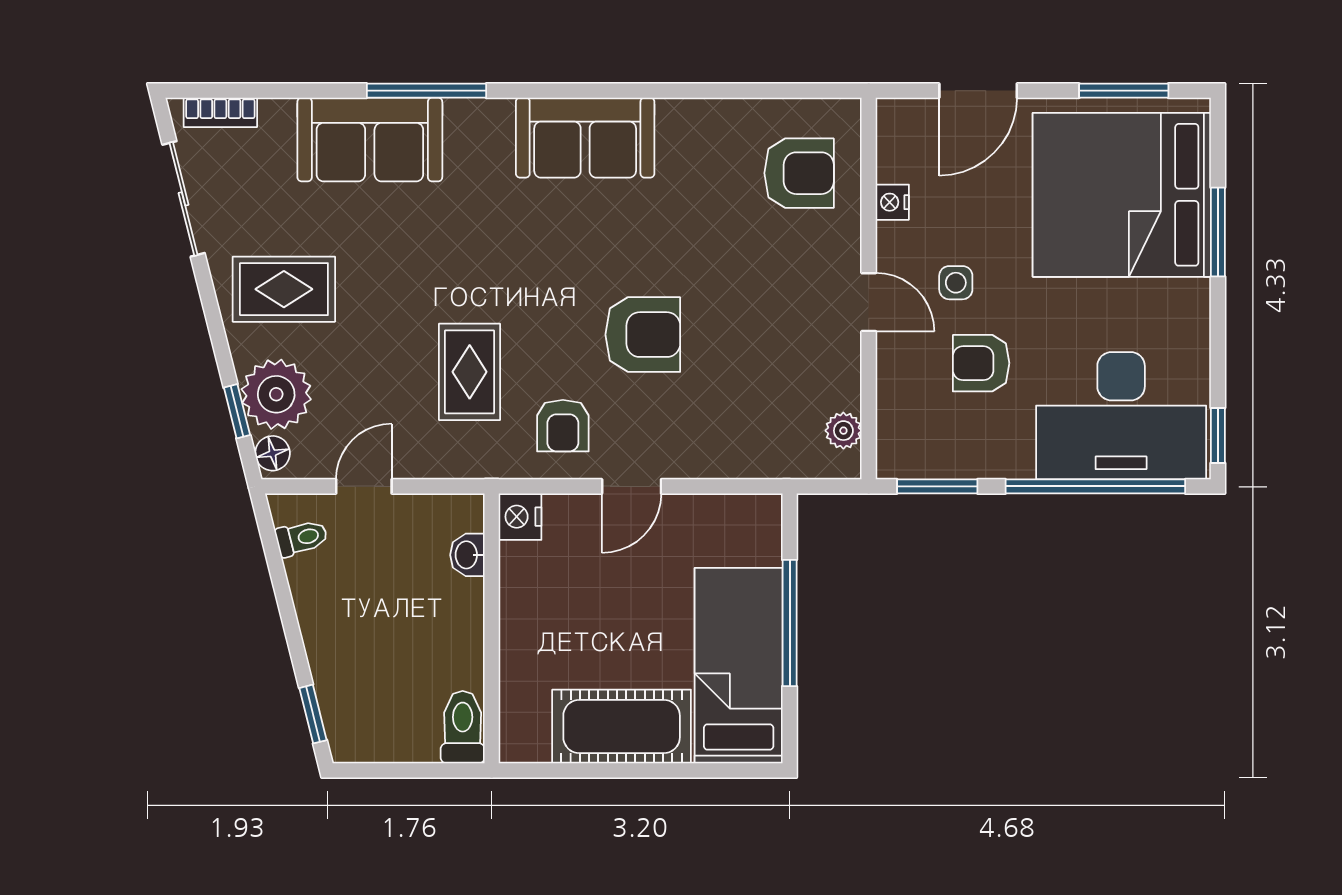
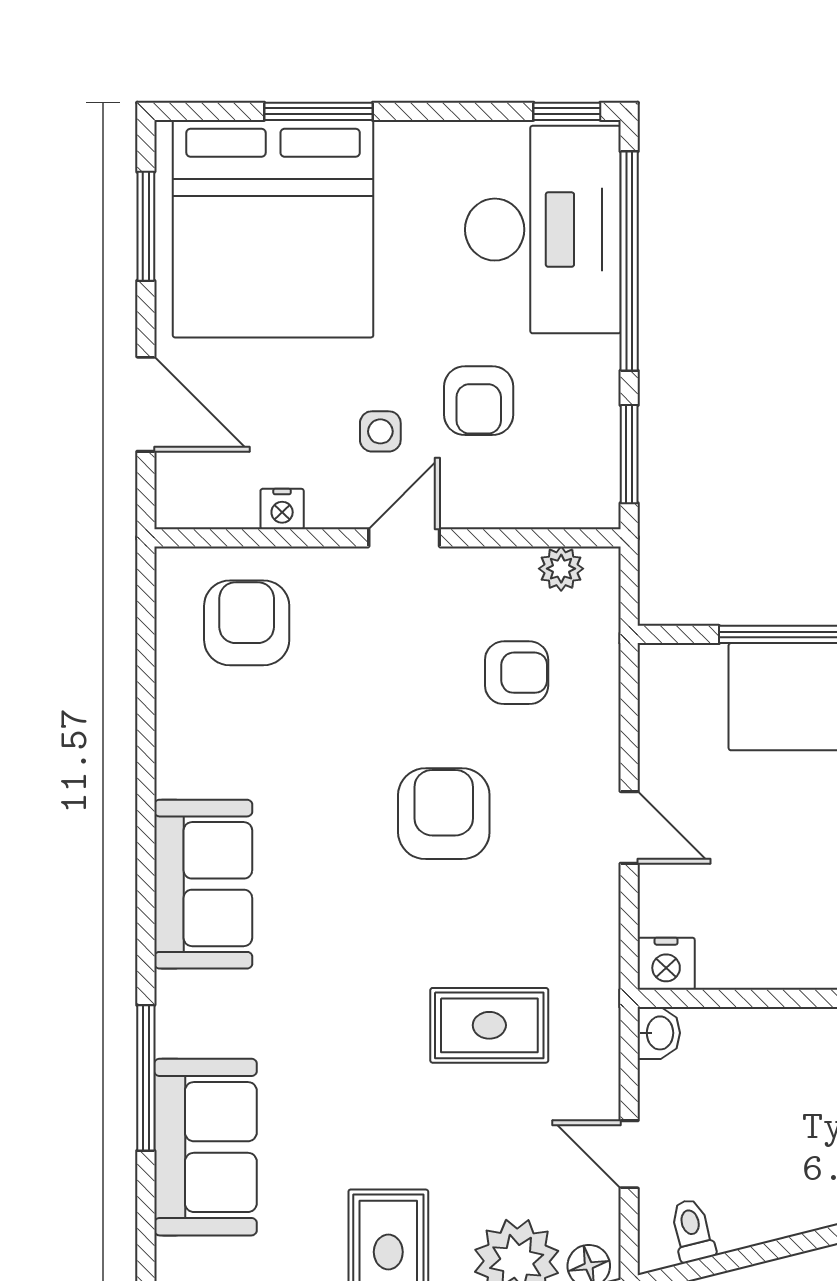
armchair: (563, 426) -> (517, 673), moved
washbasin: (467, 555) -> (659, 1033), moved, turned -90

